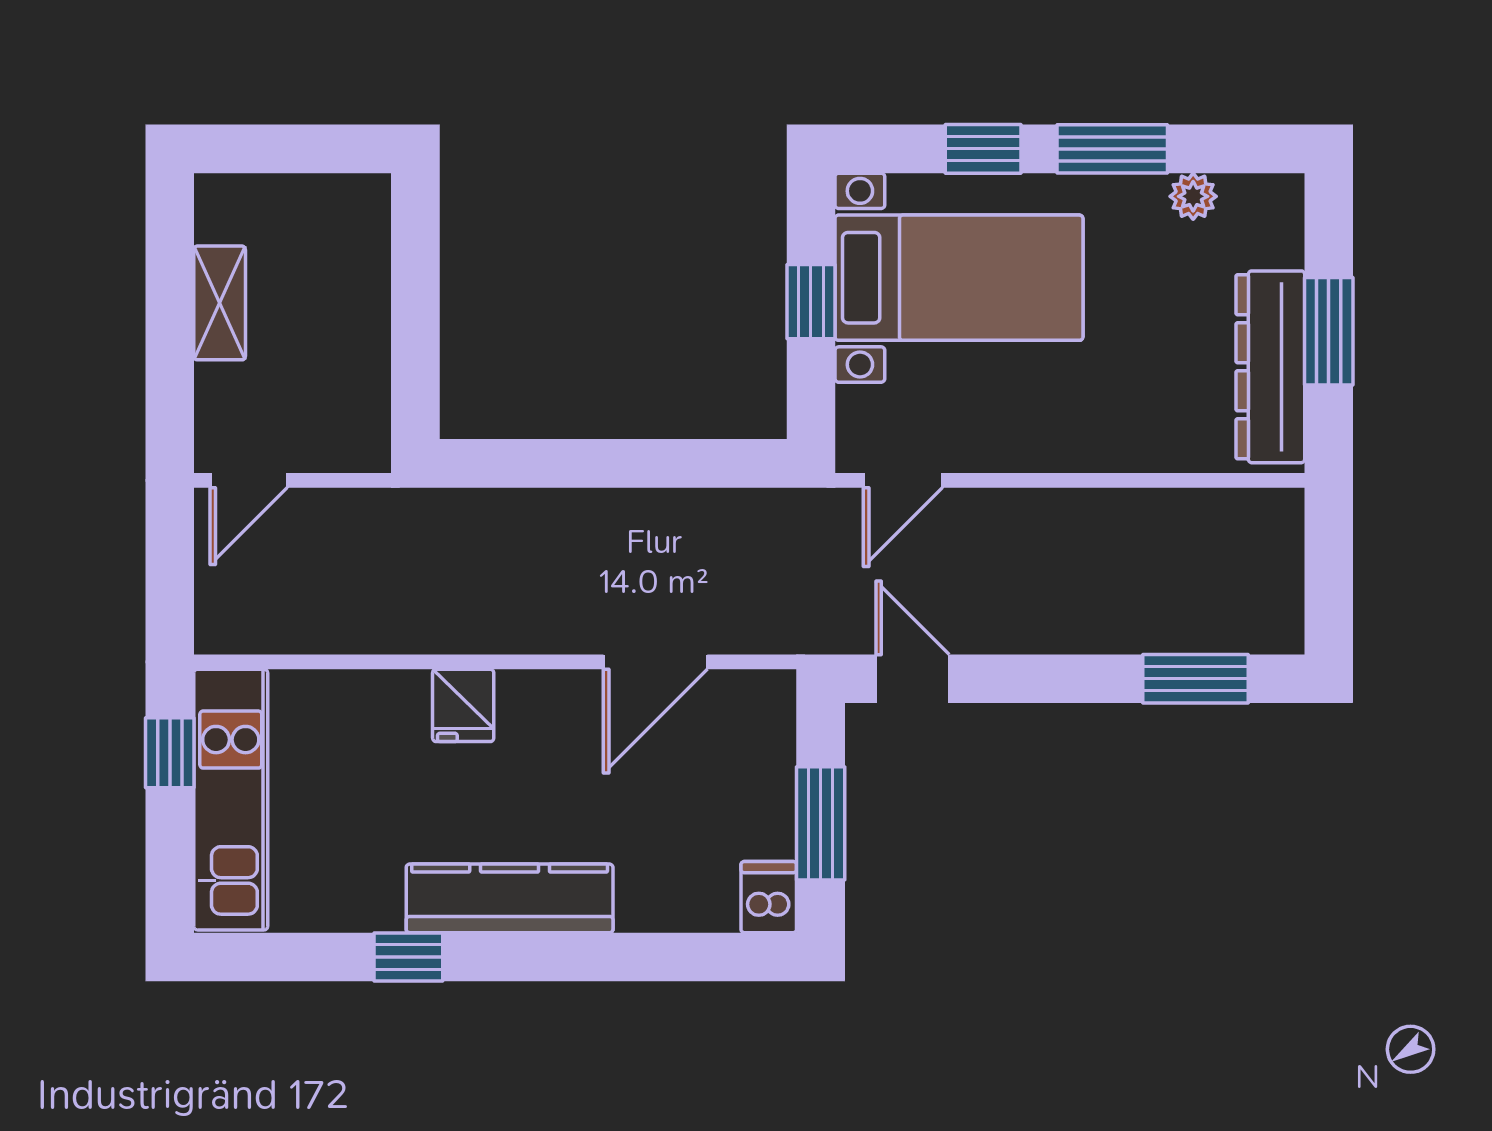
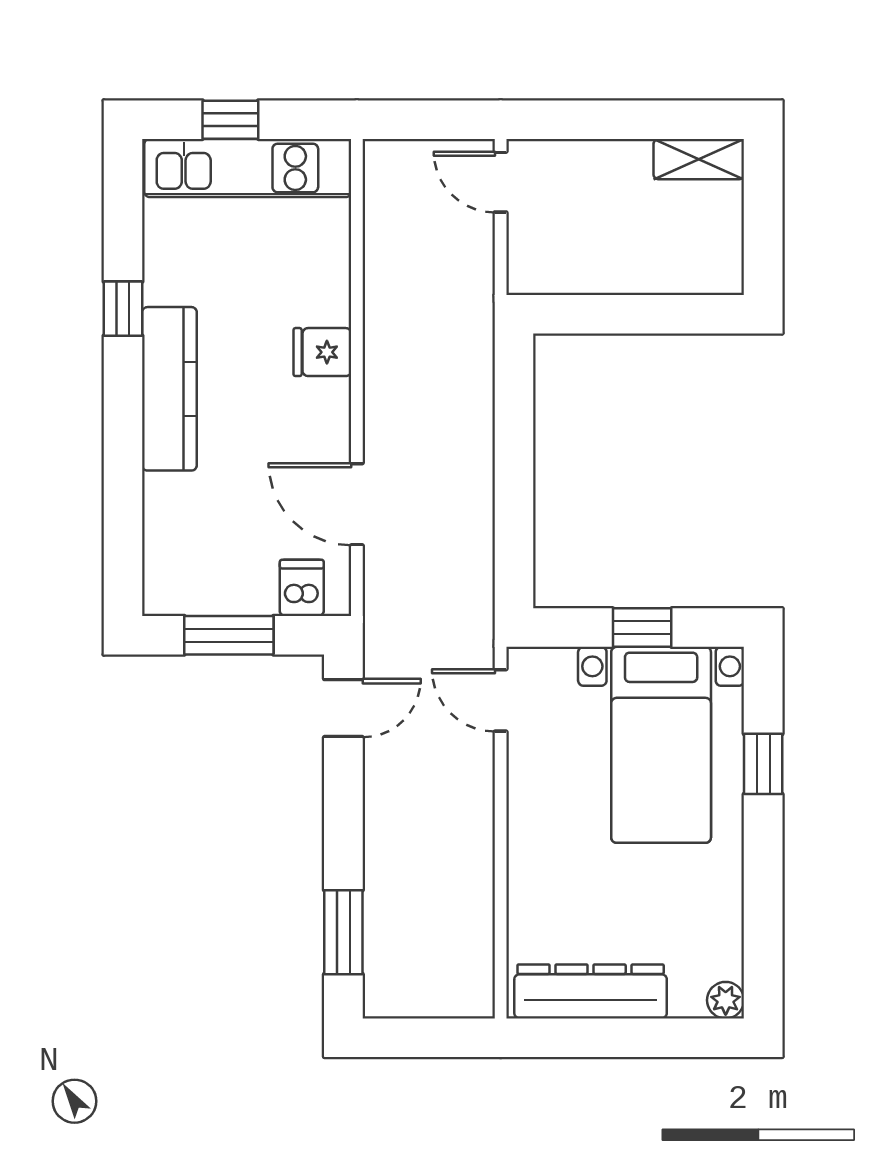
window: (1112, 149) -> (763, 866), removed
plant: (1193, 196) -> (726, 1000), moved
shelving: (220, 303) -> (699, 159), moved
window: (1329, 331) -> (619, 1038), removed
window: (170, 753) -> (230, 120), moved
dishwasher: (769, 897) -> (302, 588), moved, turned -90

